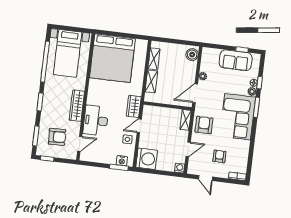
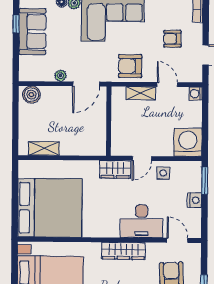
shelving: (151, 81) -> (77, 148), removed
door: (195, 93) -> (86, 84), hinge flipped
shelving: (186, 120) -> (141, 93), moved
door: (139, 126) -> (142, 158), hinge flipped
nightstand: (122, 161) -> (195, 200), moved

